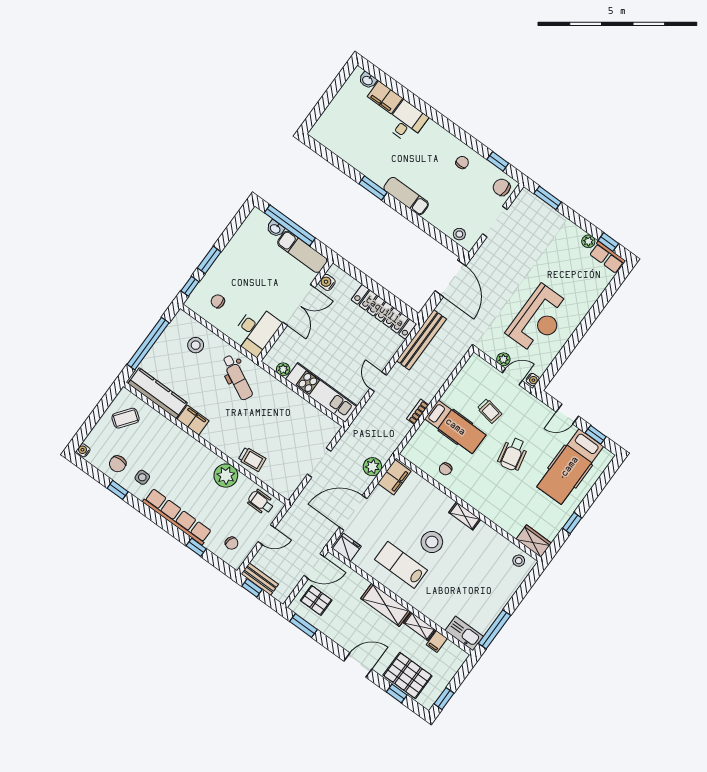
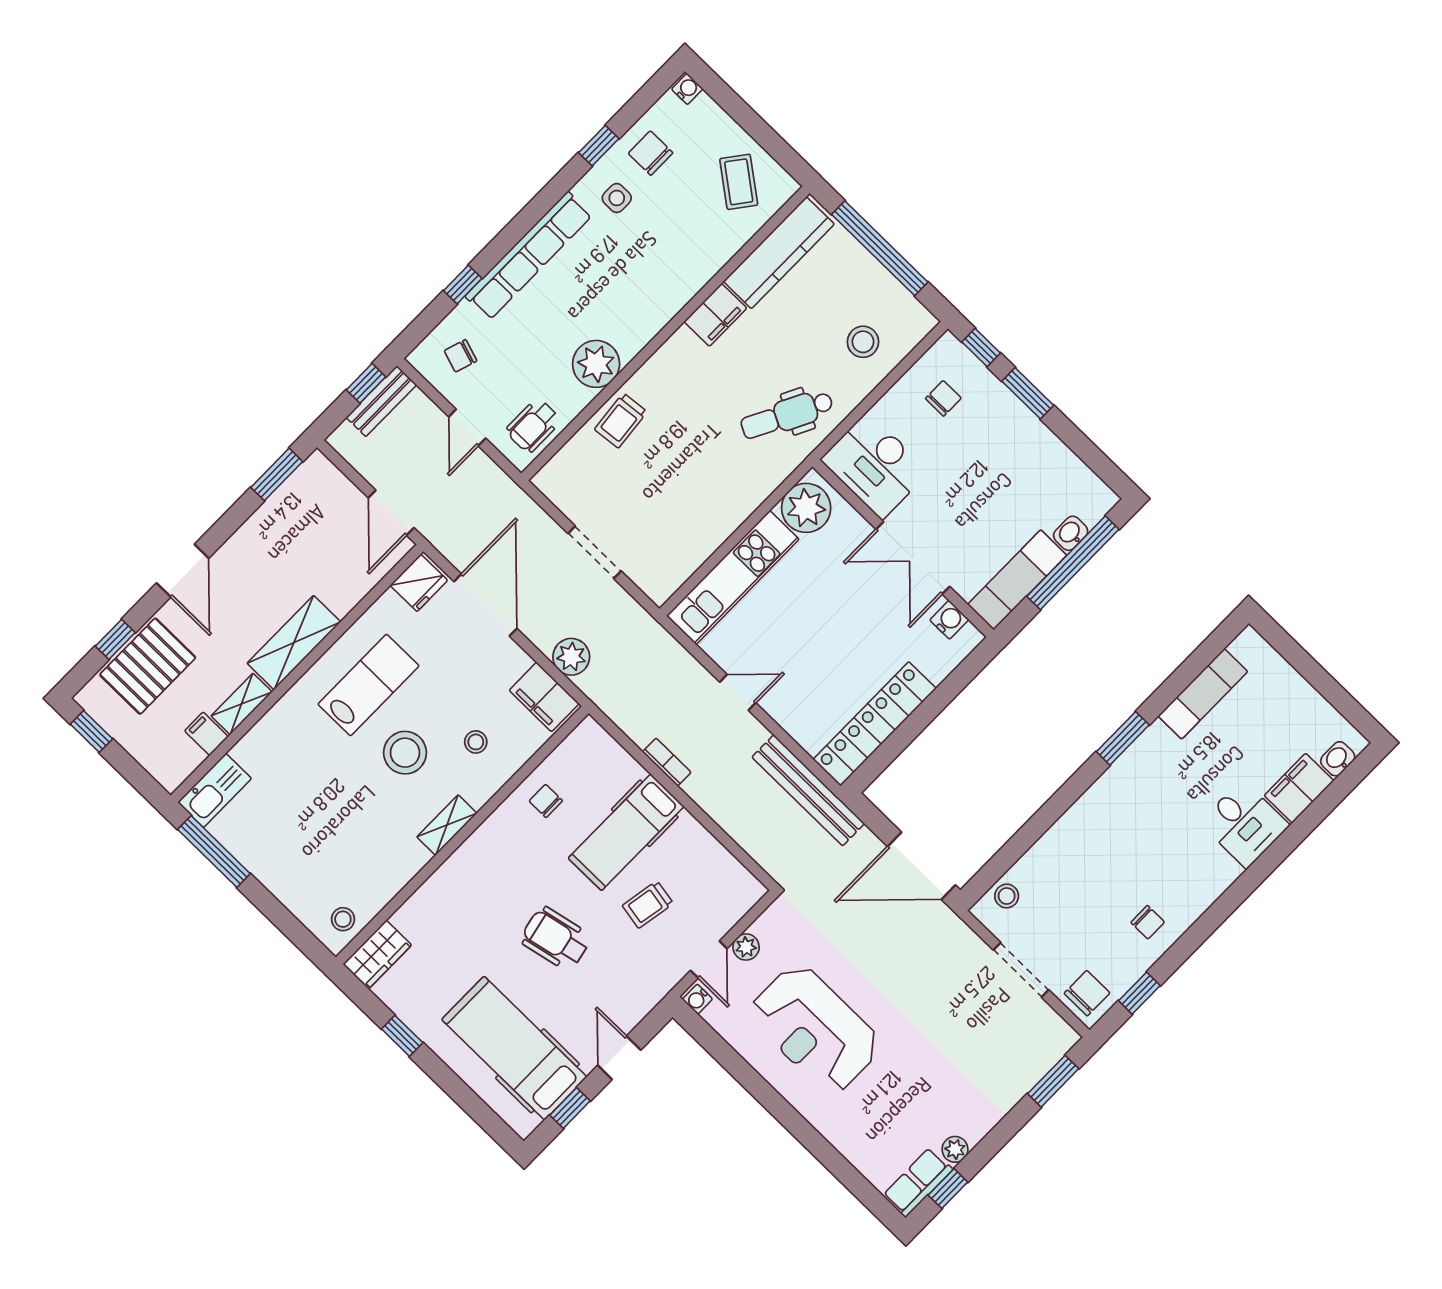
exam couch: (406, 196) -> (1203, 694), moved
plant: (283, 369) -> (806, 508), width x1.88, depth x1.88
wheelchair: (261, 502) -> (533, 426), turned 180
stool: (421, 508) -> (476, 742), added
pallet: (316, 600) -> (323, 507), removed

